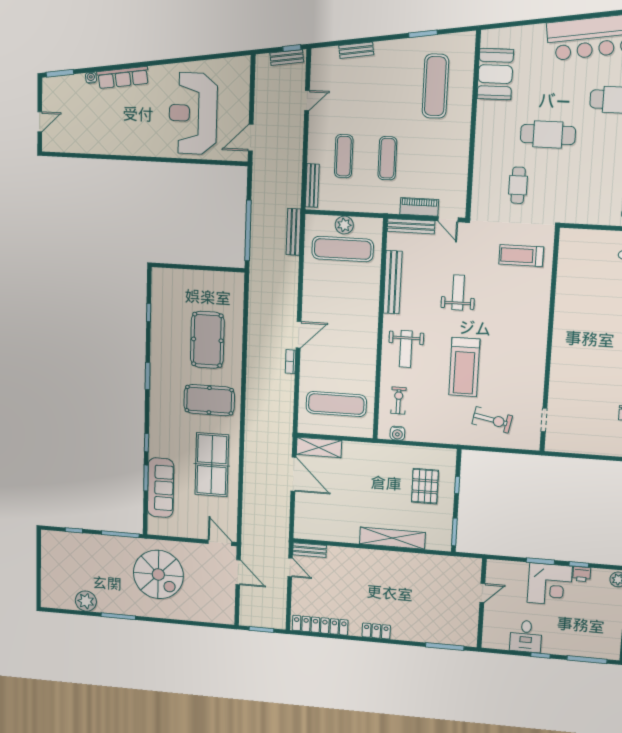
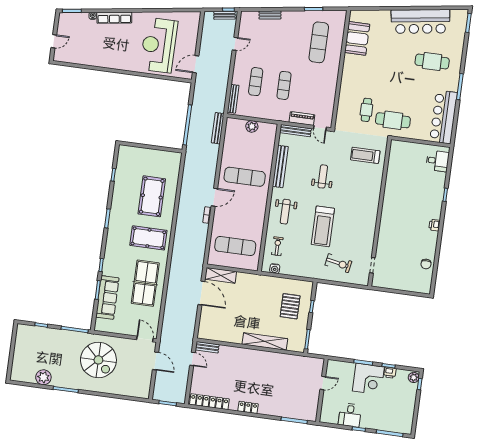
cafe table: (548, 135) -> (393, 120), moved
exercise mat: (343, 249) -> (245, 177), moved

